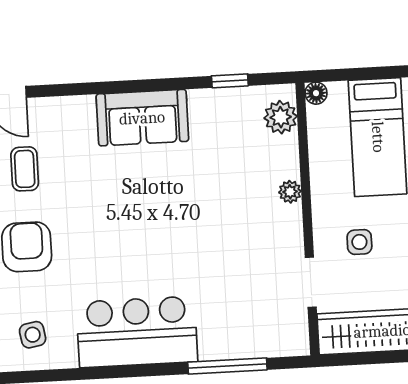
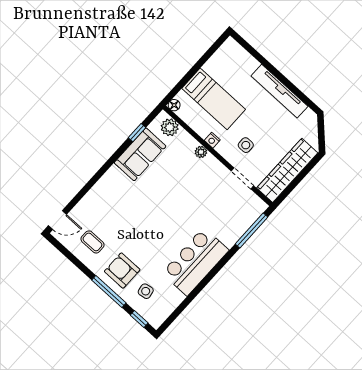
sofa: (142, 118) -> (140, 154), moved
nightstand: (321, 191) -> (212, 140), added
side table: (33, 335) -> (146, 291), moved
window: (227, 366) -> (251, 231), moved

